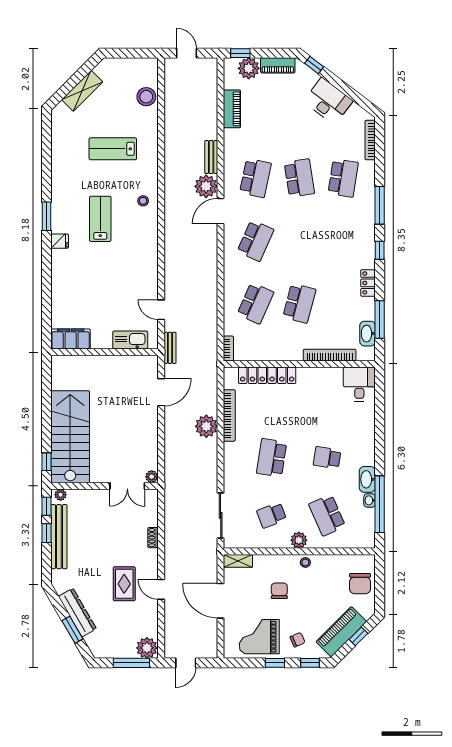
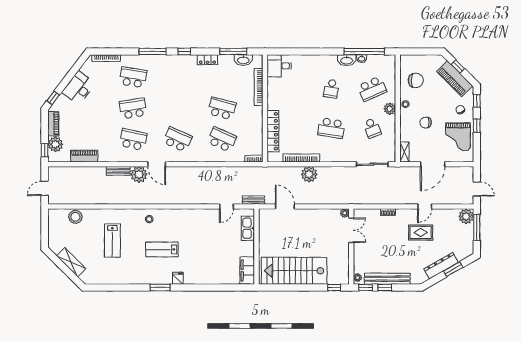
stairs: (70, 437) -> (294, 271), moved
chair: (360, 584) -> (416, 80), moved

